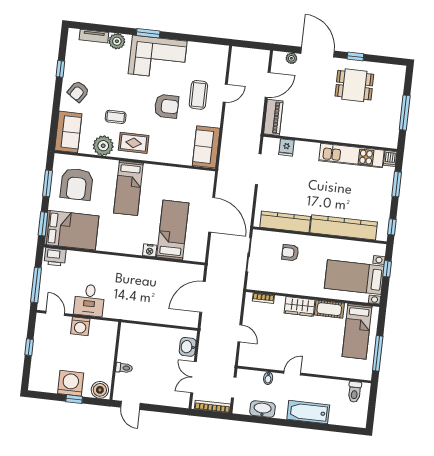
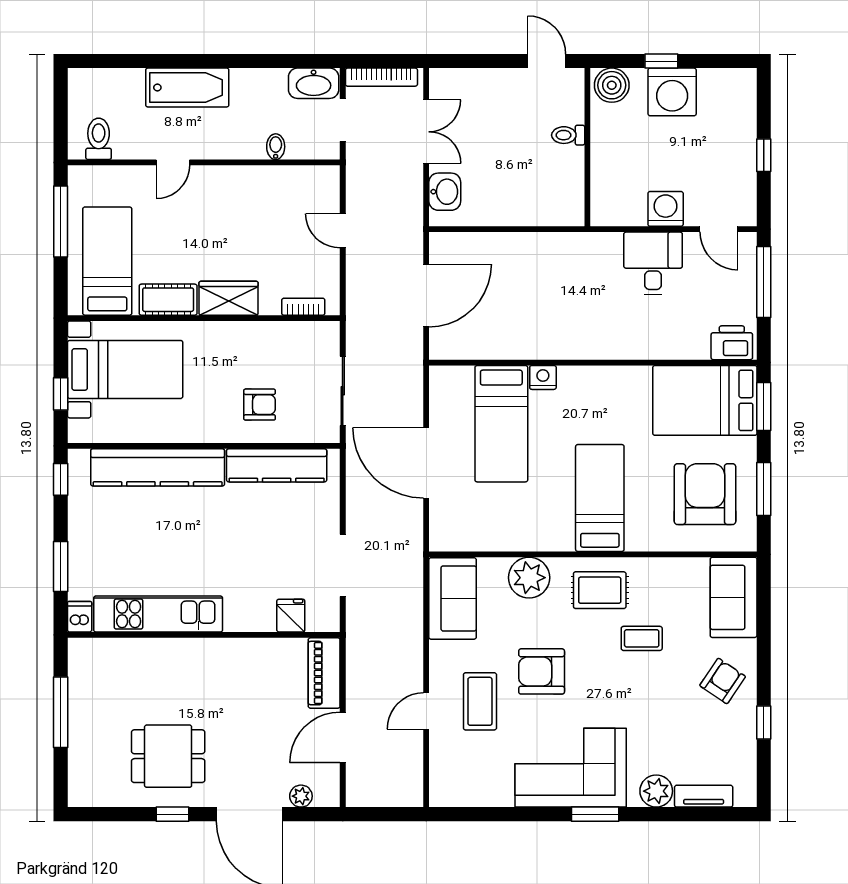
plant: (103, 146) -> (529, 578), moved
door: (292, 373) -> (173, 162), moved
washbasin: (262, 409) -> (314, 83), moved

